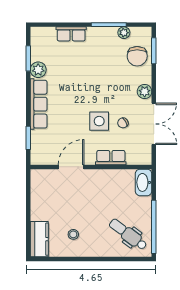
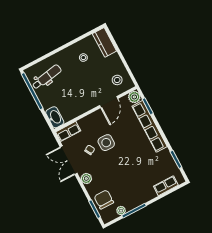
row of seats: (71, 34) -> (166, 186), moved
plant: (38, 70) -> (134, 97), moved
row of seats: (39, 104) -> (150, 126), width x1.36
row of seats: (111, 158) -> (68, 131), moved
stool: (48, 187) -> (117, 80), added
dental chair: (128, 234) -> (47, 77), turned -47

